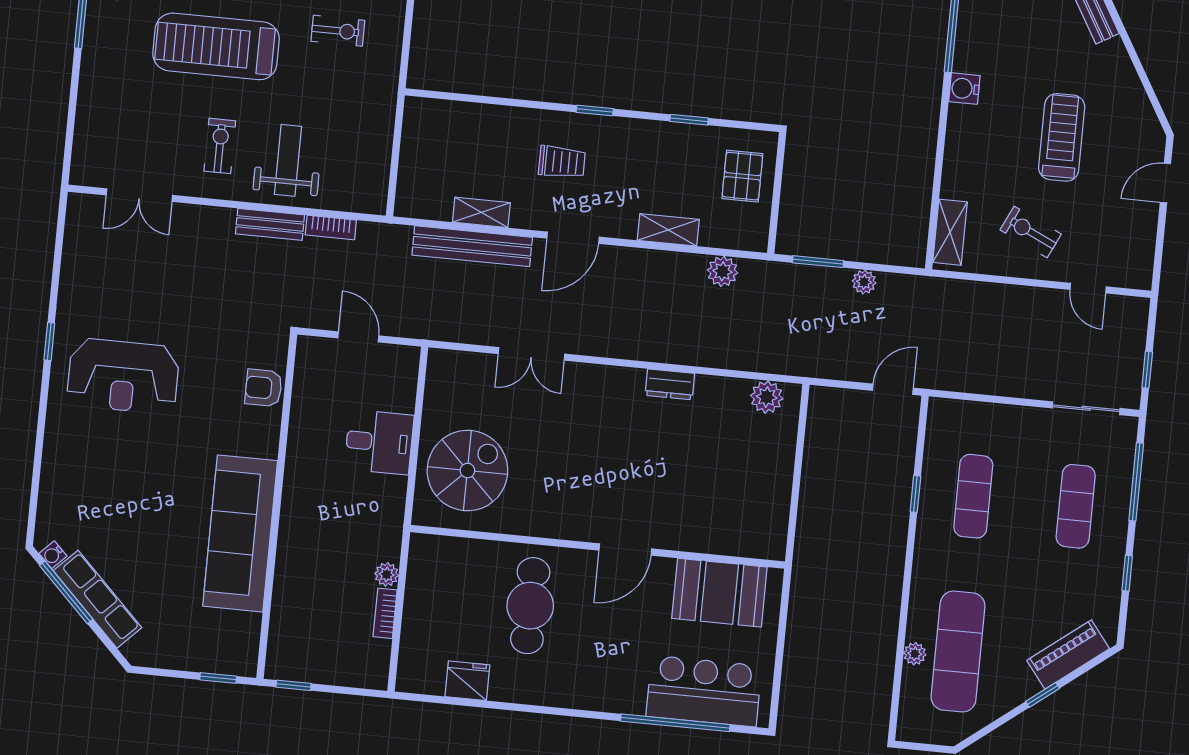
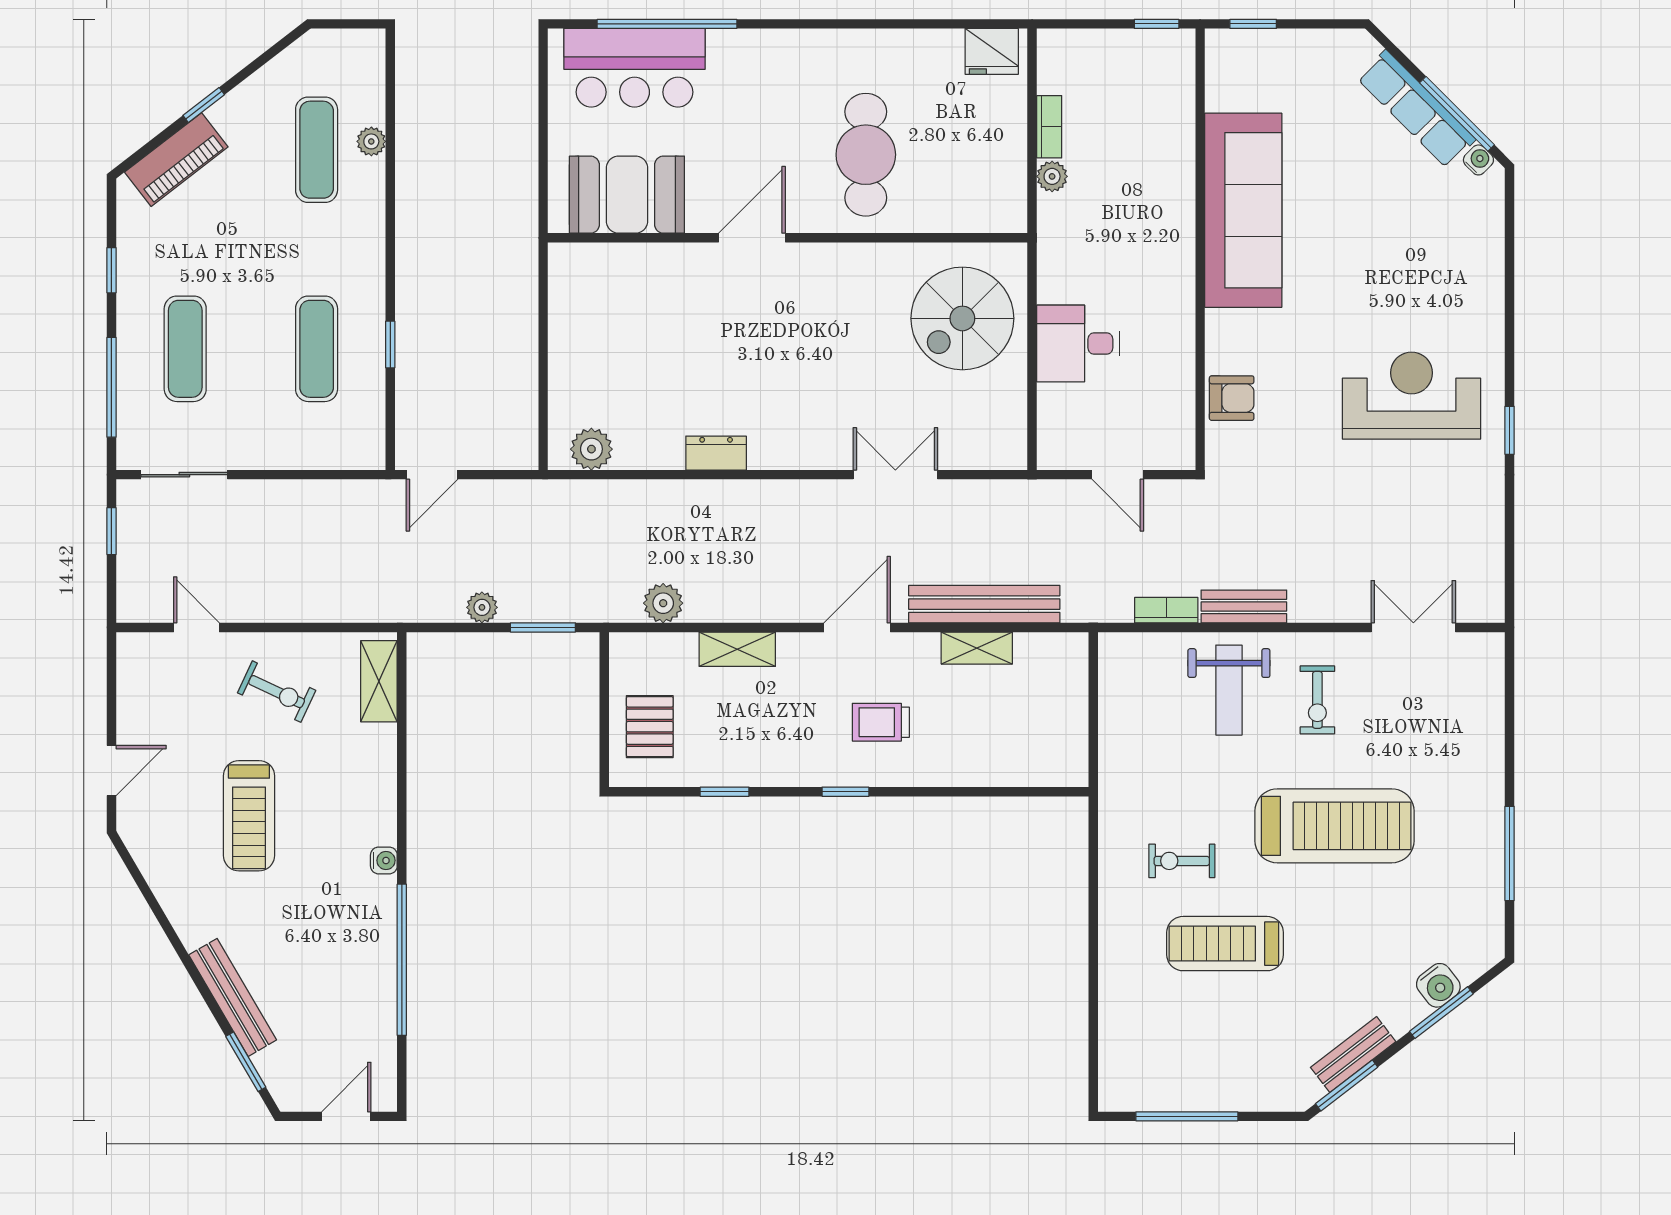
water cooler: (964, 89) -> (384, 860), width x0.72, depth x0.72
exercise mat: (958, 651) -> (317, 150), width x0.73, depth x0.69
fridge: (467, 681) -> (992, 51), moved

